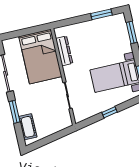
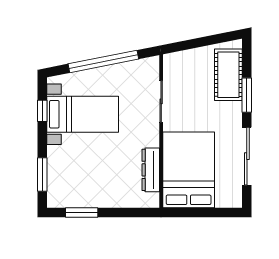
window: (110, 112) -> (103, 61), width x3.17
cot: (28, 127) -> (228, 75), width x1.37, depth x1.34

